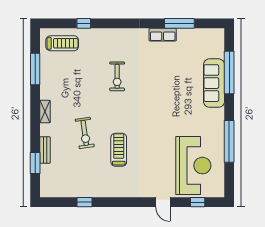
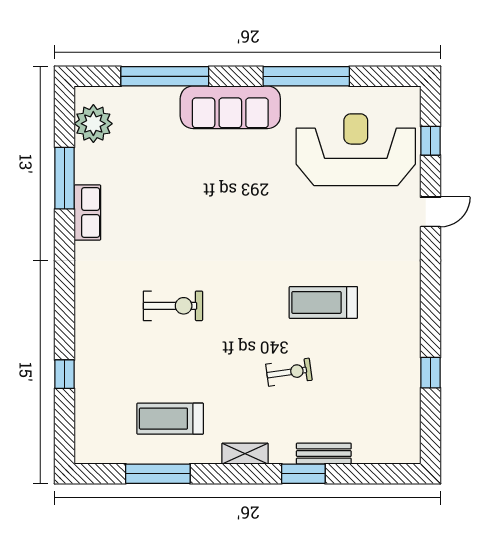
plant: (206, 37) -> (93, 124), added
treadmill: (62, 43) -> (170, 419), moved, turned -90
sofa: (214, 83) -> (230, 107), moved
exercise bike: (85, 133) -> (289, 372), width x0.73, depth x0.72
window: (35, 163) -> (303, 474), moved

